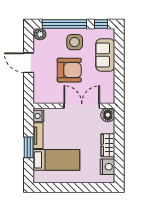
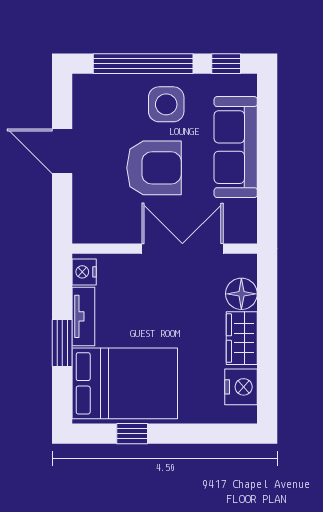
plant: (40, 34) -> (88, 87), removed
sofa: (105, 55) -> (236, 147), width x1.36
floor lamp: (108, 115) -> (241, 294), moved
bed: (56, 160) -> (125, 383), width x1.50
window: (60, 187) -> (132, 434), added

